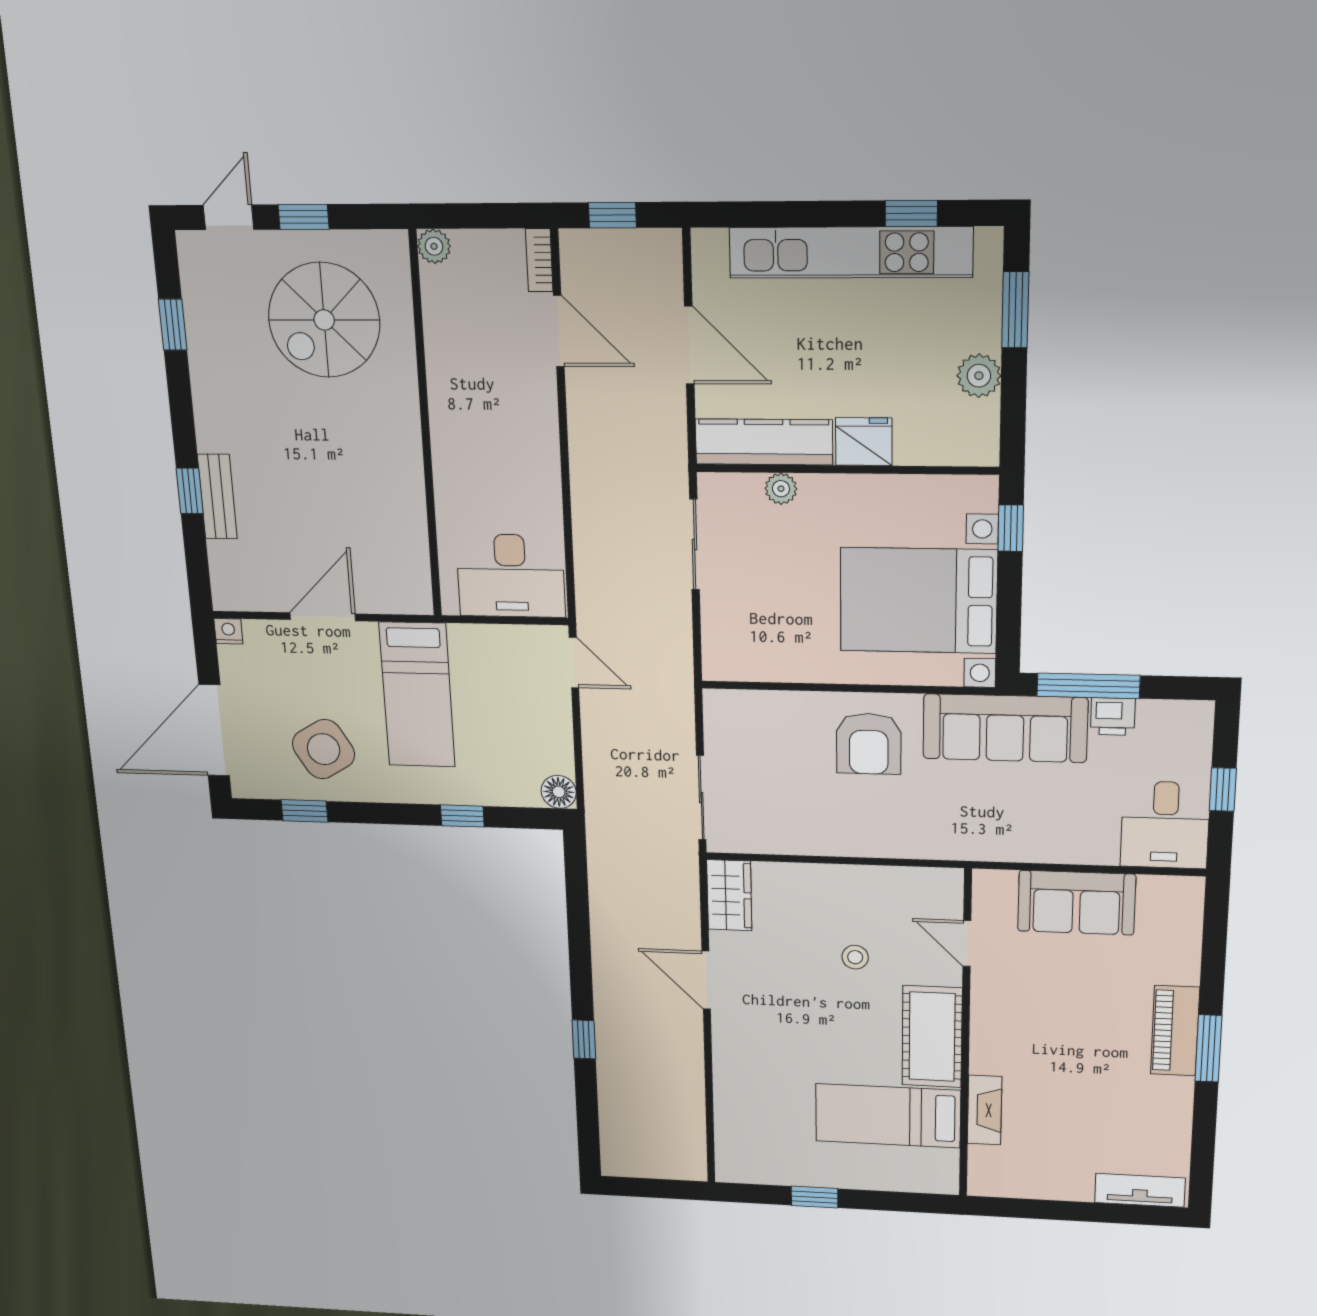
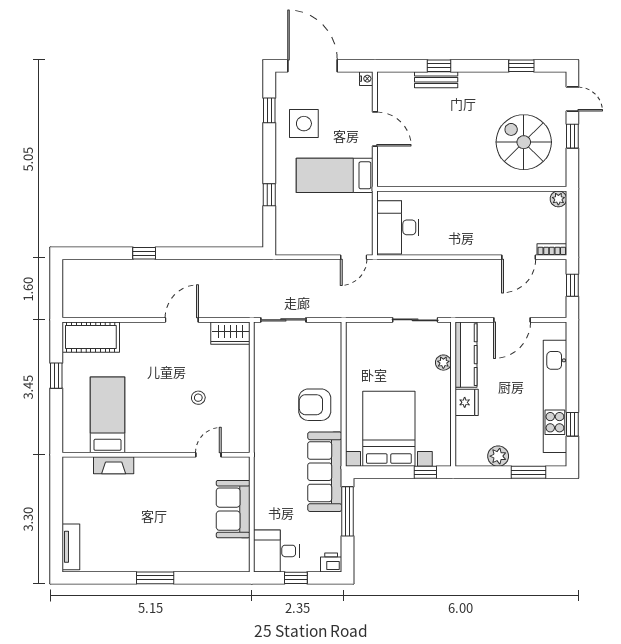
printer: (1113, 717) -> (331, 562), moved, turned 90
side table: (323, 749) -> (304, 124), turned 31
floor lamp: (559, 792) -> (284, 246), removed
piano: (1175, 1031) -> (164, 561), removed
cot: (932, 1037) -> (91, 337), moved

